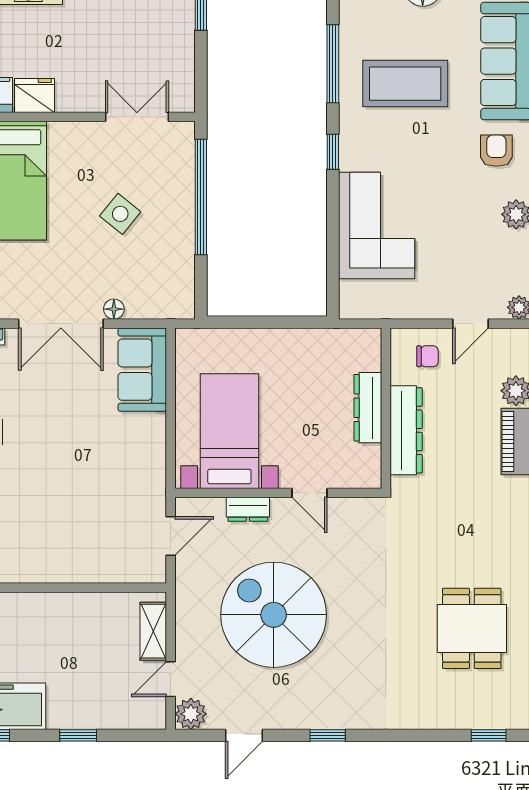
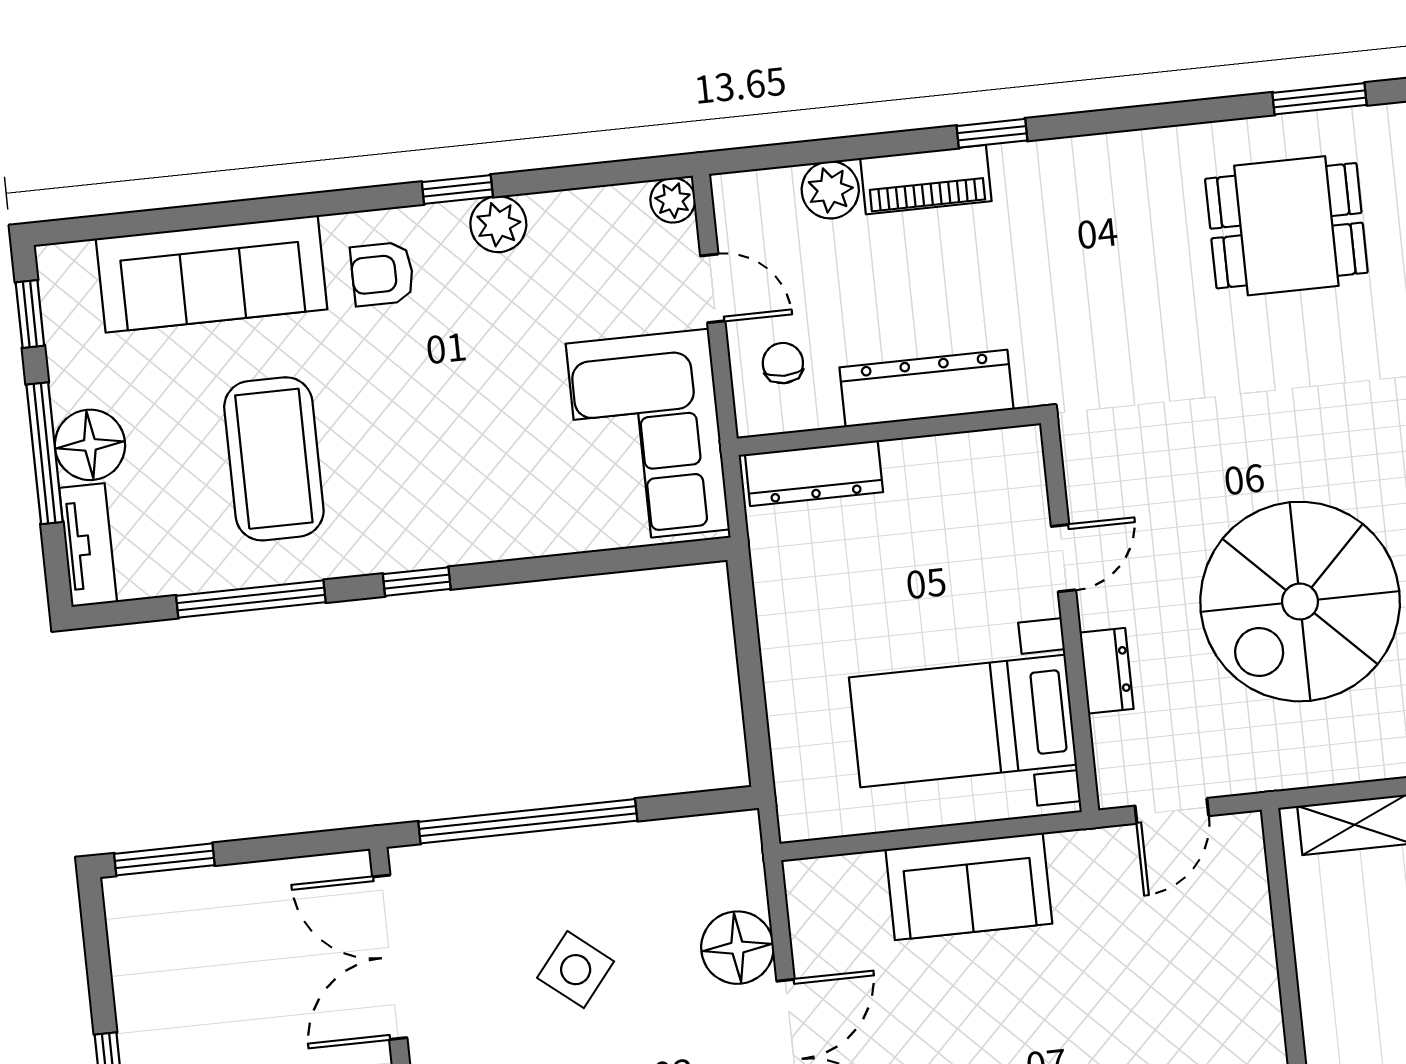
double door: (137, 117) -> (390, 957), width x1.37
corner sofa: (377, 225) -> (648, 437), moved, turned -90
floor lamp: (114, 309) -> (737, 948), width x1.89, depth x1.89
sofa: (142, 370) -> (969, 886), moved
dresser: (368, 408) -> (814, 473), moved
door: (171, 536) -> (1172, 811), swing flipped

